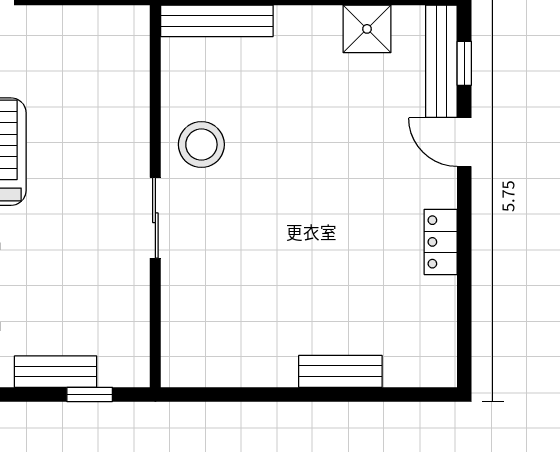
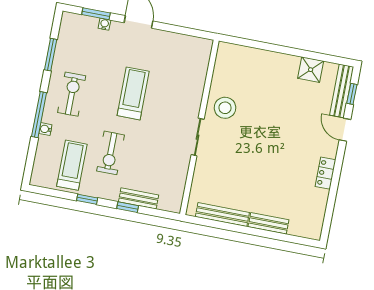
bench: (217, 21) -> (222, 215), moved
window: (90, 394) -> (128, 207), moved

